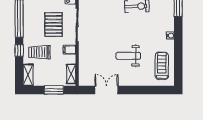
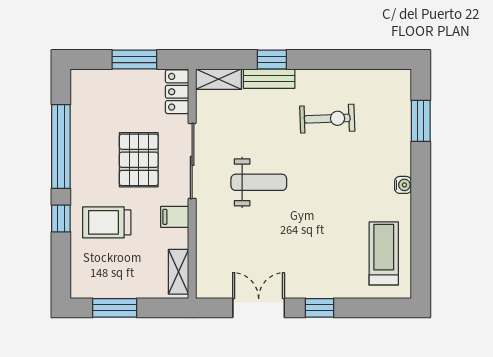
weight bench: (128, 56) -> (259, 182), moved, turned 180
shelving: (28, 75) -> (81, 274), removed
window: (54, 90) -> (115, 308), moved
window: (133, 90) -> (320, 308), added

